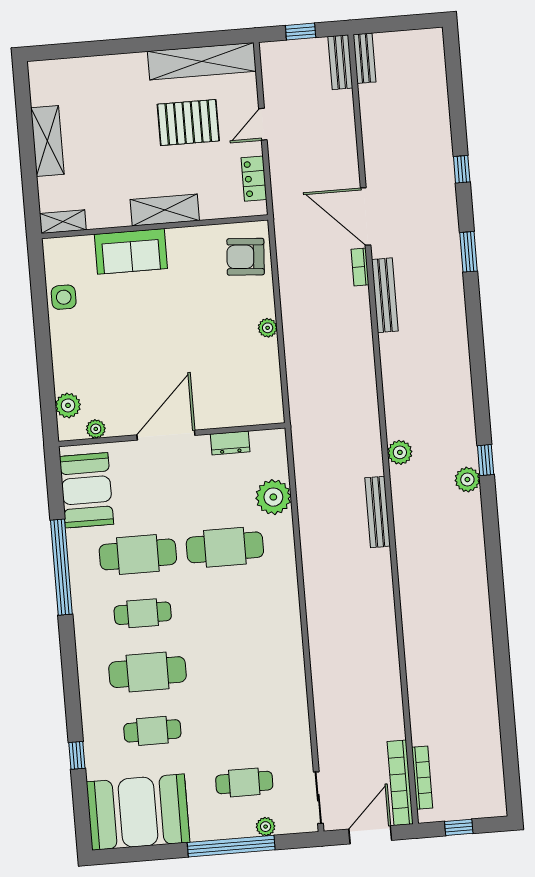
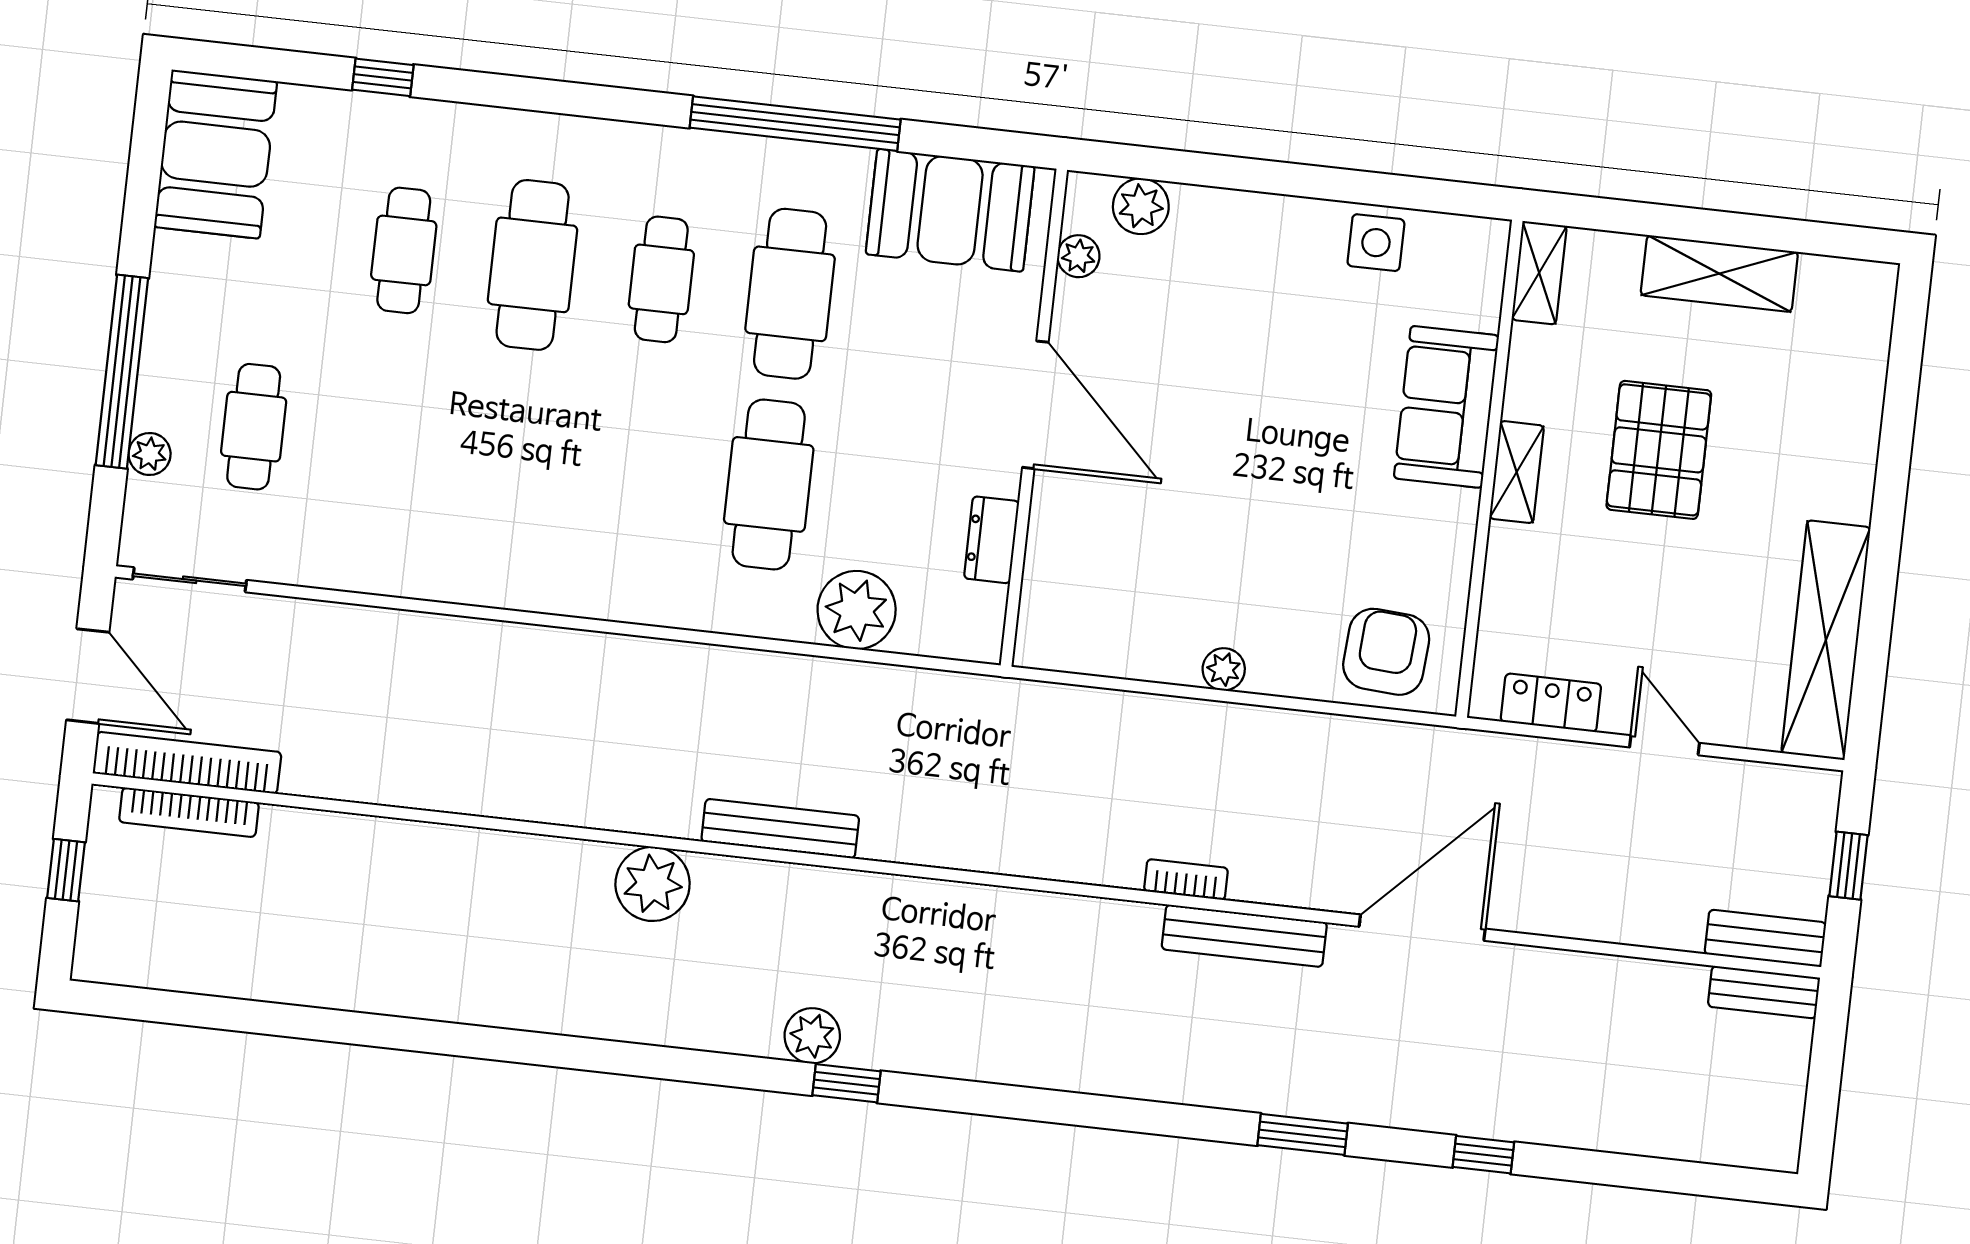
pallet: (188, 123) -> (1659, 450), moved
shelving: (165, 210) -> (1517, 472), width x0.67, depth x0.75
bookcase: (360, 267) -> (1186, 880), moved
plant: (400, 452) -> (653, 884), moved, width x1.36, depth x1.36
booth: (138, 812) -> (216, 154), width x0.73, depth x0.70

